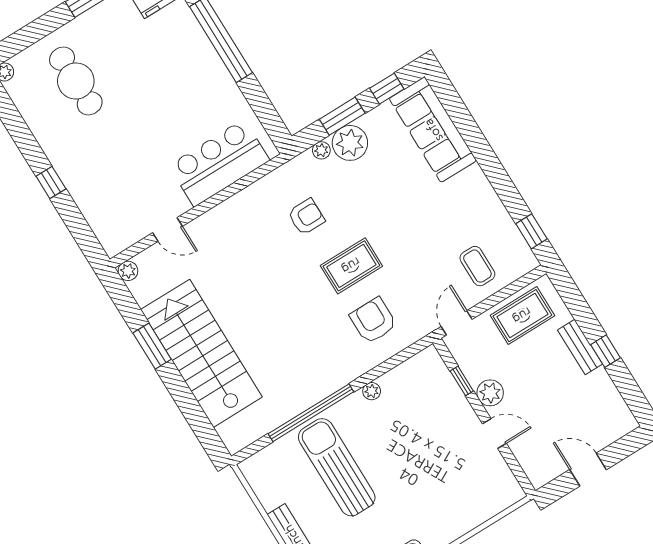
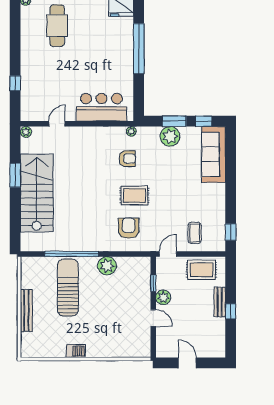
plant: (321, 150) -> (131, 131), moved
window: (51, 182) -> (15, 83), moved
door: (167, 230) -> (57, 124), swing flipped
plant: (372, 391) -> (107, 266), width x1.87, depth x1.87

